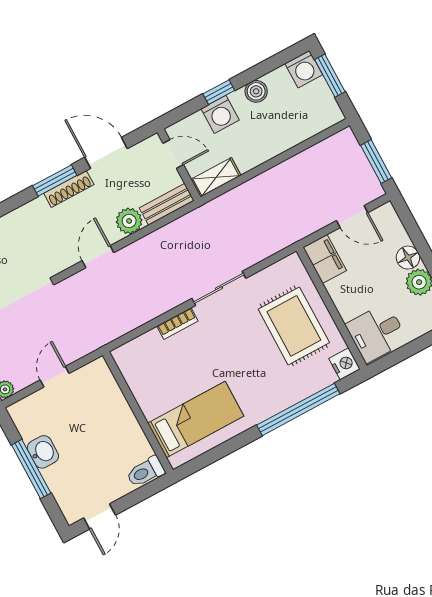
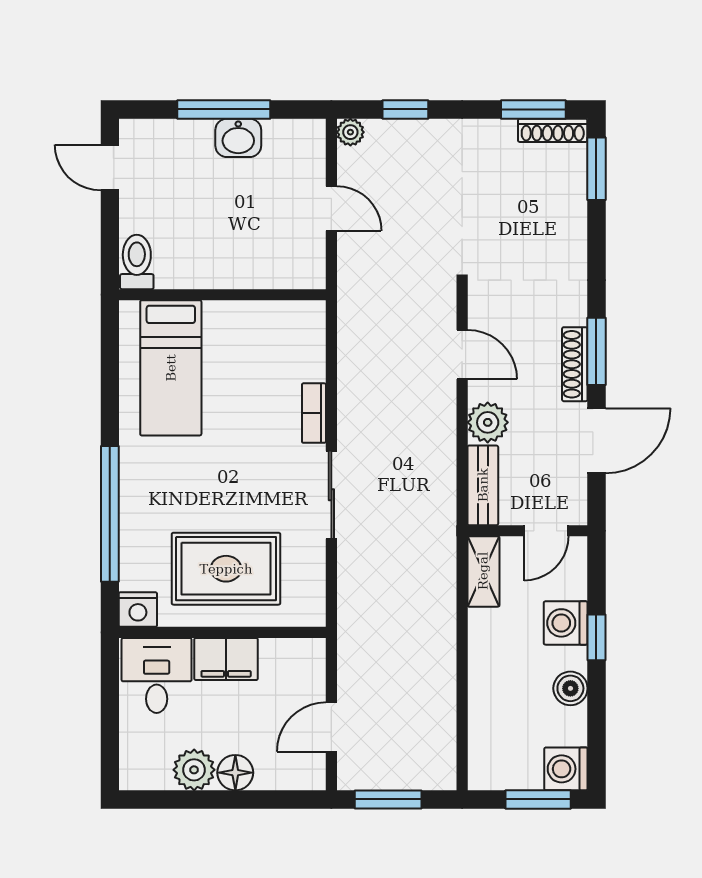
filing cabinet: (325, 259) -> (226, 659), moved

